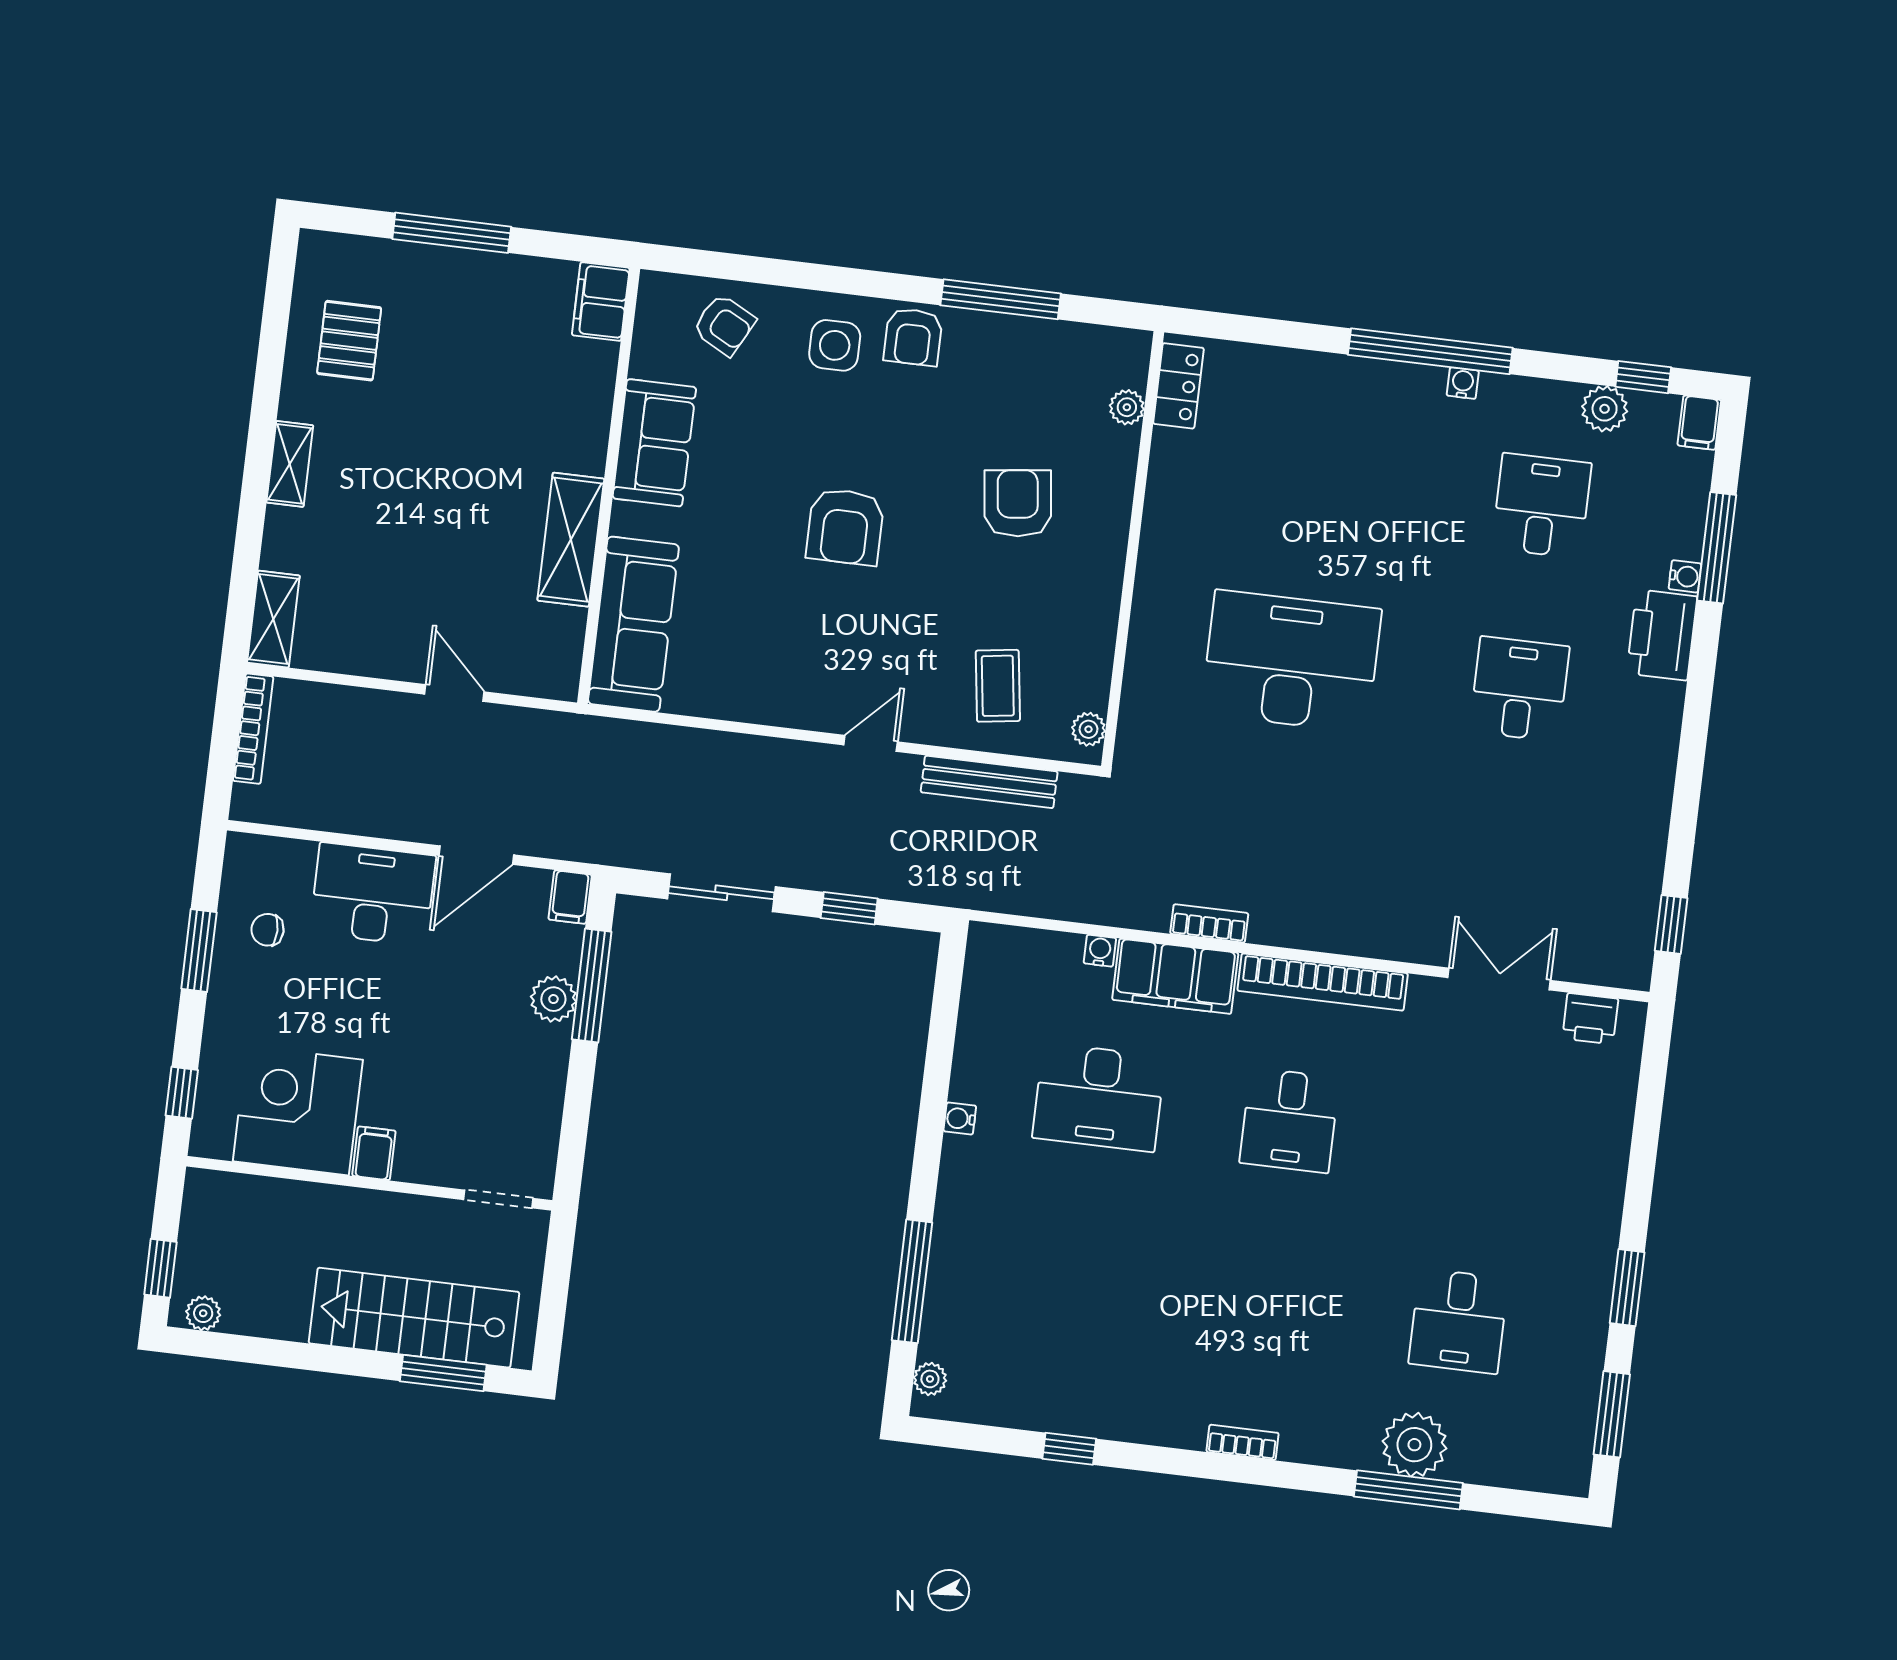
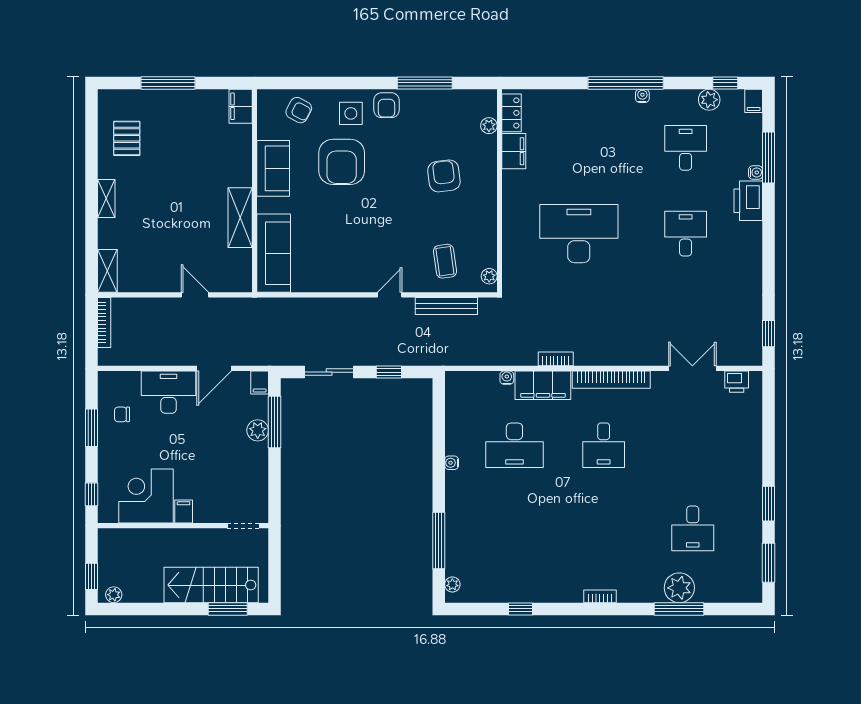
filing cabinet: (1173, 468) -> (514, 151), added
armchair: (845, 527) -> (342, 162), moved, width x1.36, depth x1.36

